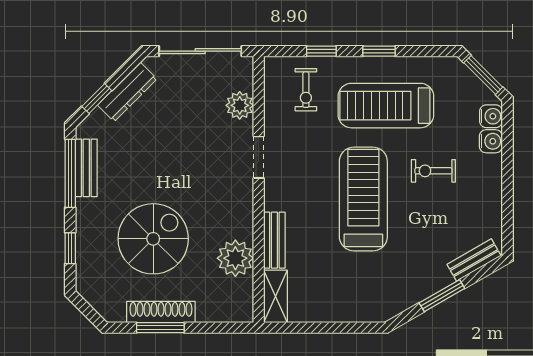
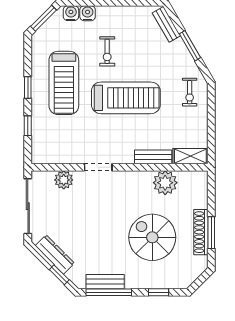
exercise bike: (306, 90) -> (190, 92), moved, turned 90
treadmill: (363, 199) -> (126, 98), turned 180

